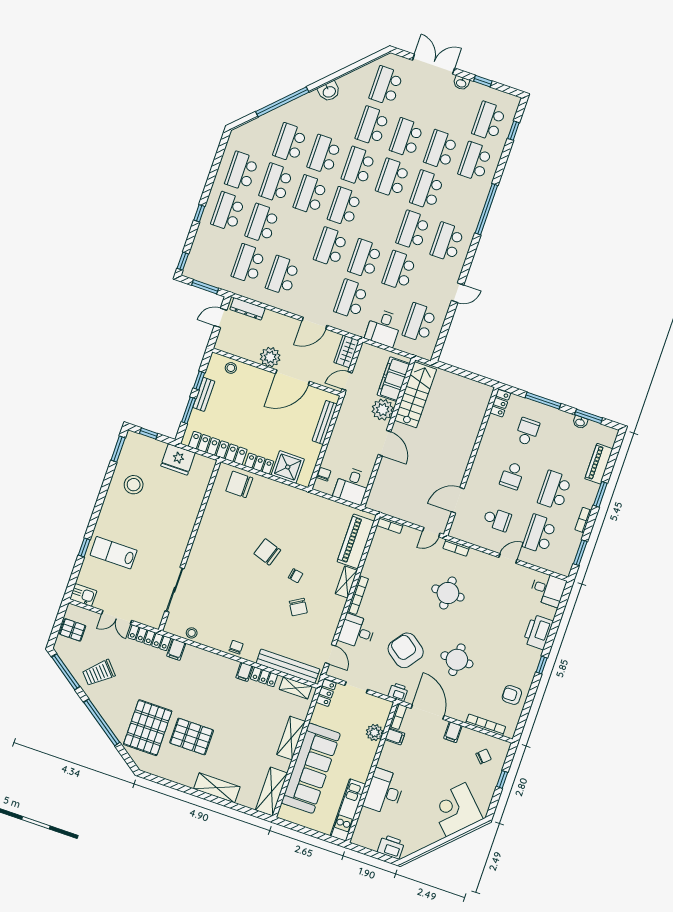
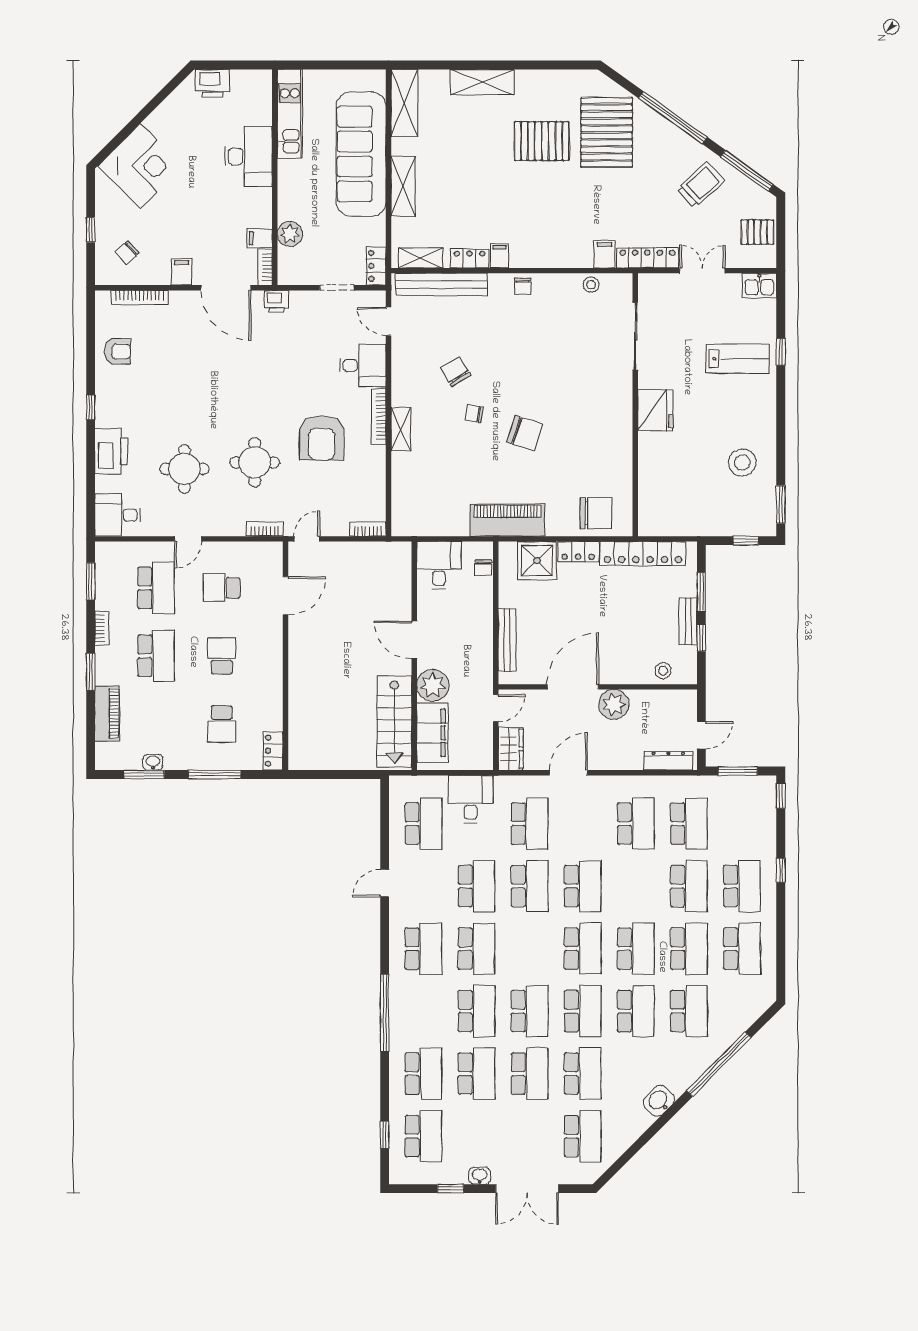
fridge: (178, 459) -> (655, 410), moved, turned 90
piano: (356, 541) -> (507, 520), moved, turned -90
armchair: (406, 650) -> (322, 438), moved, turned 54
round table: (457, 660) -> (184, 469), moved

